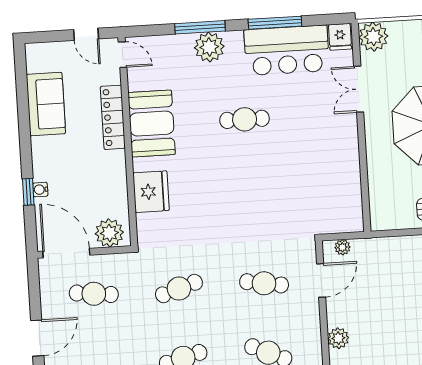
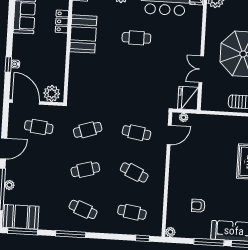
double door: (359, 89) -> (201, 69), moved
locker: (113, 117) -> (62, 21), width x0.66
fridge: (151, 192) -> (188, 98), moved, turned 180
plant: (338, 338) -> (175, 169), removed

